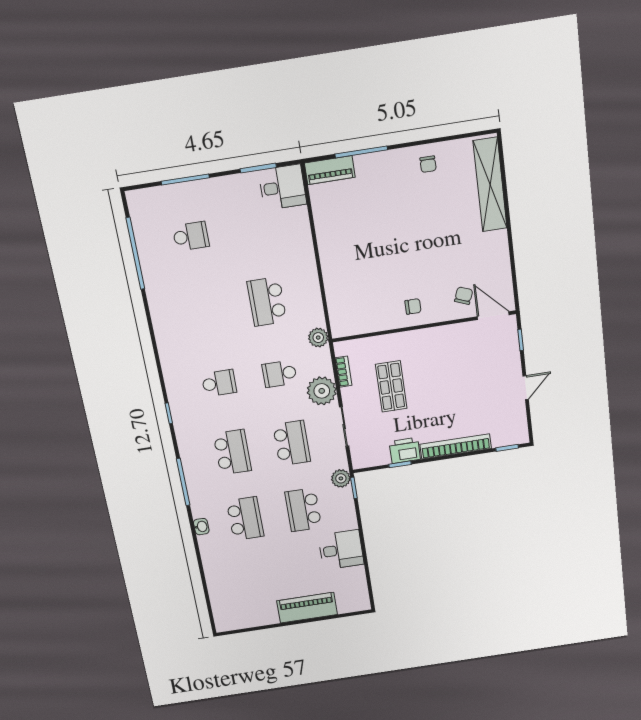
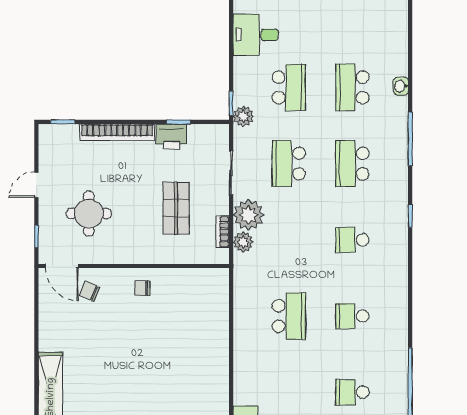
chair: (464, 296) -> (90, 291), turned 93
plant: (318, 338) -> (243, 242), moved
round table: (473, 369) -> (89, 213), added
school desk: (280, 374) -> (352, 316), moved, turned 180

